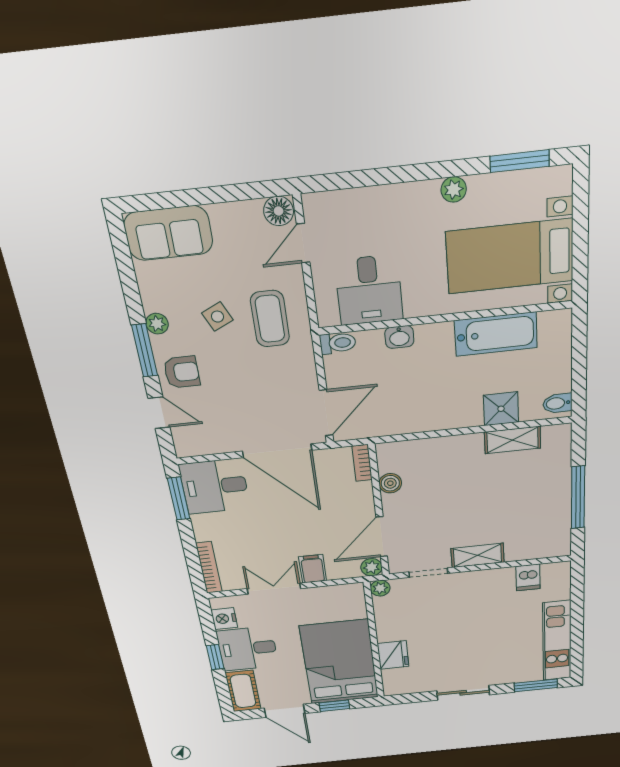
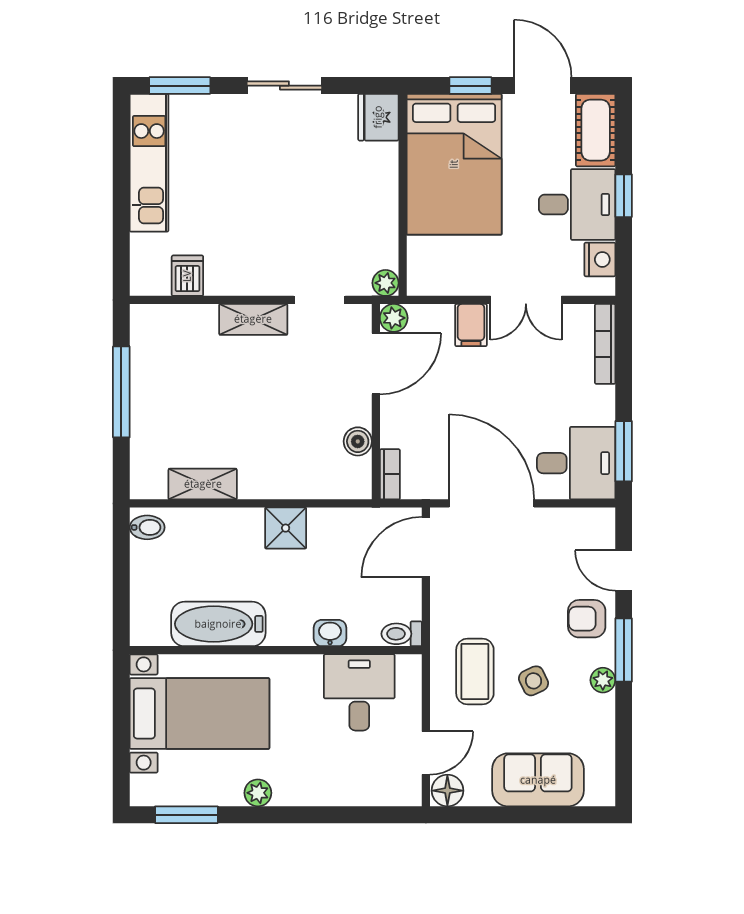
sofa: (168, 233) -> (538, 780), moved
shower: (501, 409) -> (286, 528), moved
fridge: (393, 655) -> (378, 117), moved

